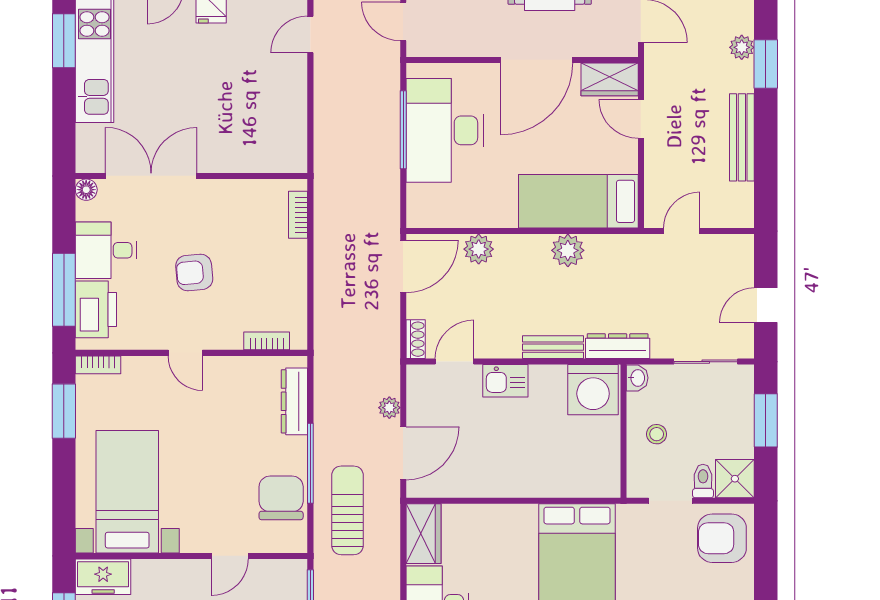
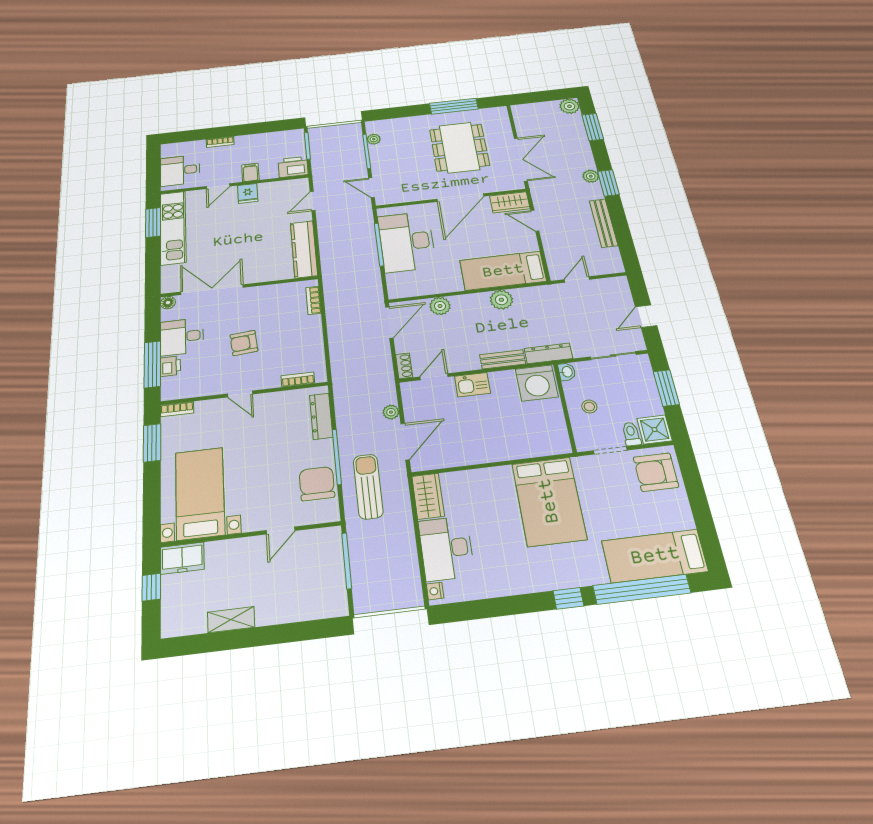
kitchen counter: (291, 123) -> (304, 249), added
printer: (96, 309) -> (170, 366), width x0.53, depth x0.68

